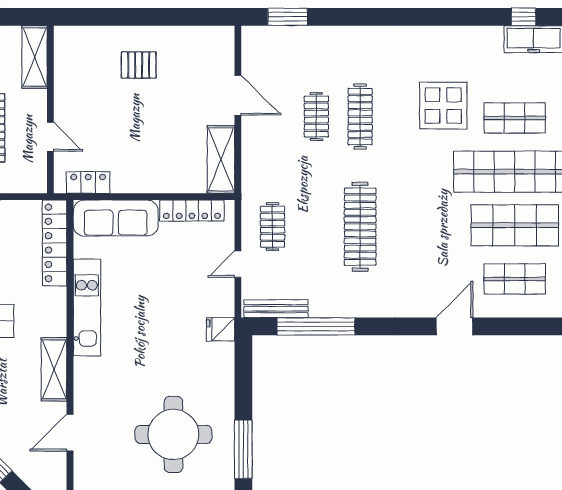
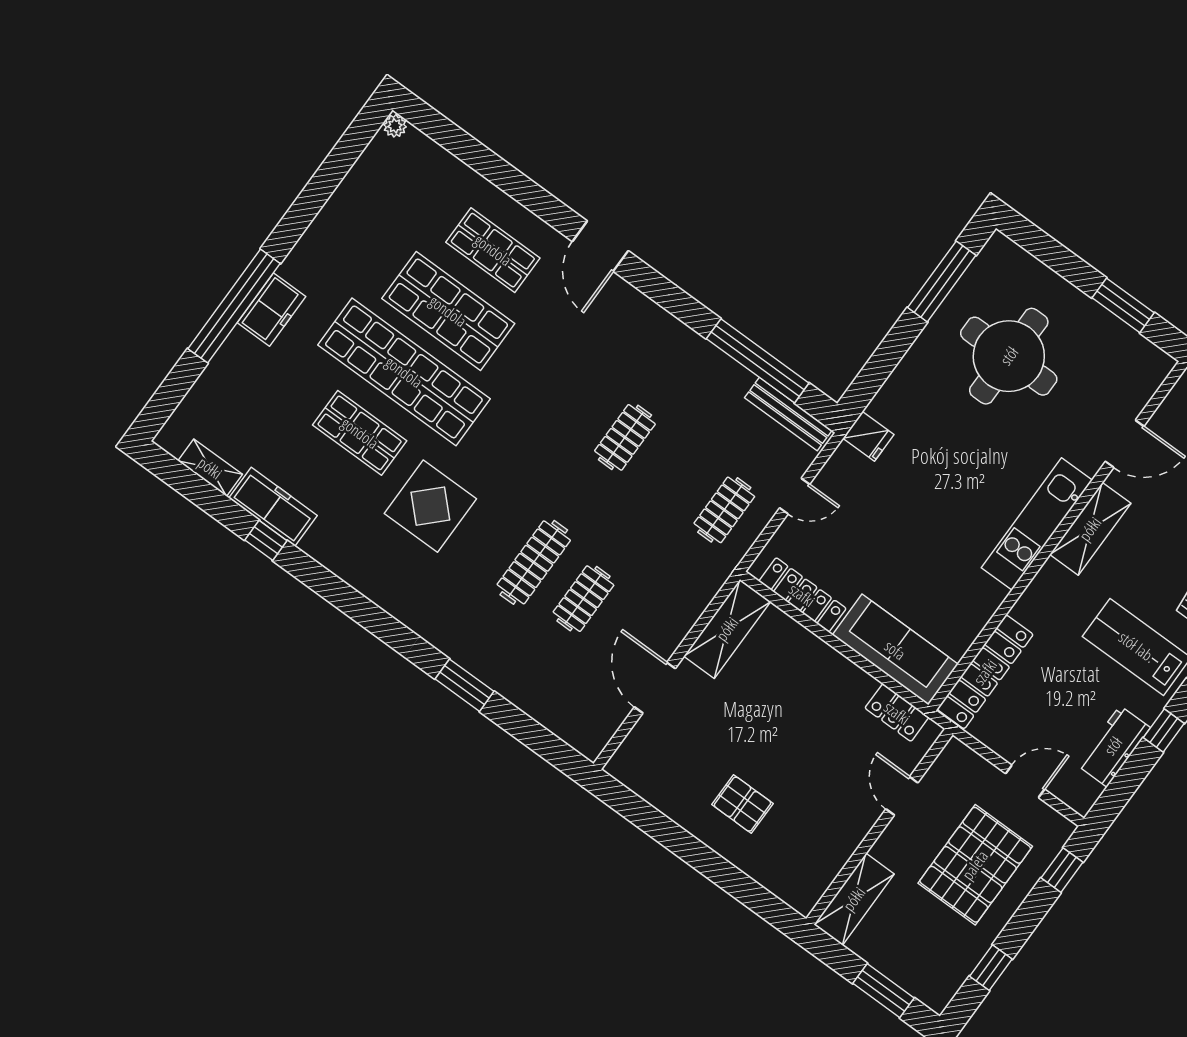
window: (288, 17) -> (464, 685), moved
clothes rail: (360, 227) -> (625, 437), width x0.54, depth x0.76
kitchen unit: (87, 307) -> (1037, 524), moved
door: (455, 326) -> (600, 246), hinge flipped

